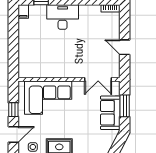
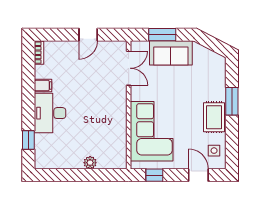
filing cabinet: (23, 11) -> (43, 86), moved
plant: (23, 49) -> (90, 163), added
window: (13, 110) -> (154, 175), moved

